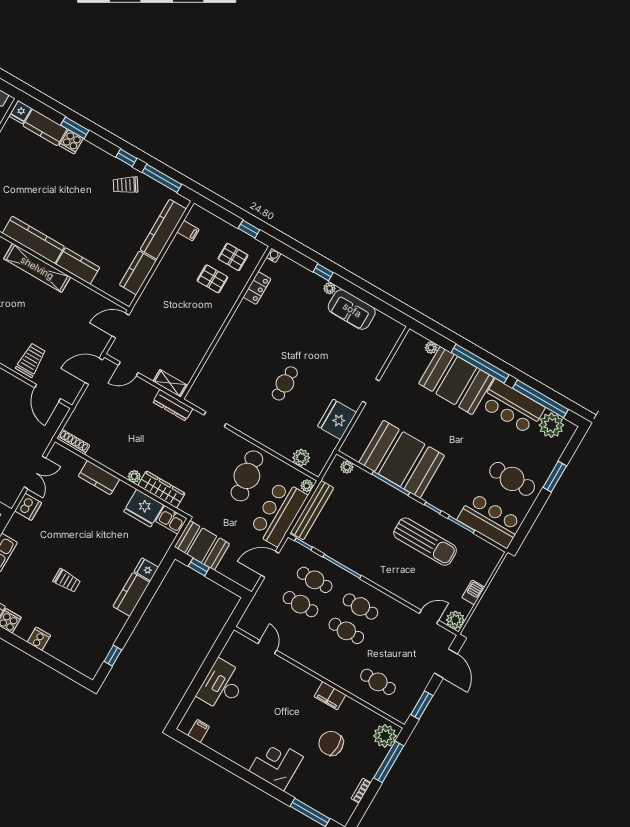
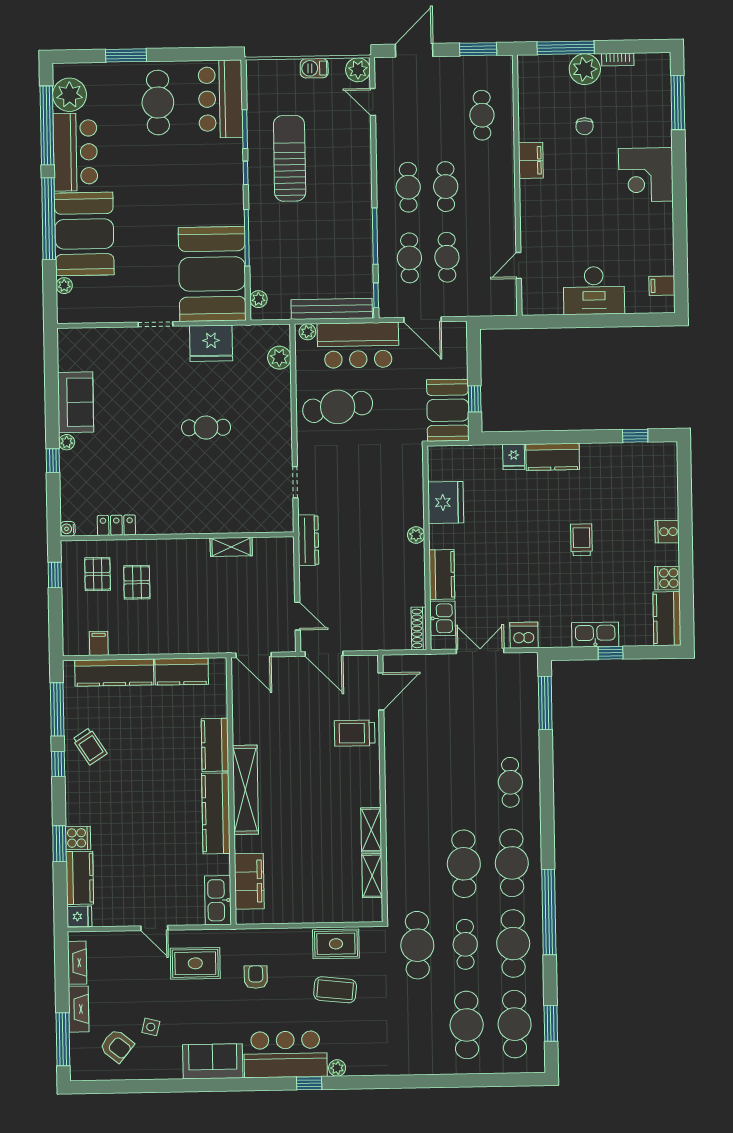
shelving: (170, 383) -> (231, 547), moved, turned 90
booth: (402, 459) -> (212, 274), moved
wardrobe: (161, 489) -> (412, 495), removed
kitchen sink: (171, 520) -> (443, 618), moved
plant: (385, 736) -> (585, 69), moved
chair: (331, 743) -> (585, 126), width x0.54, depth x0.54

